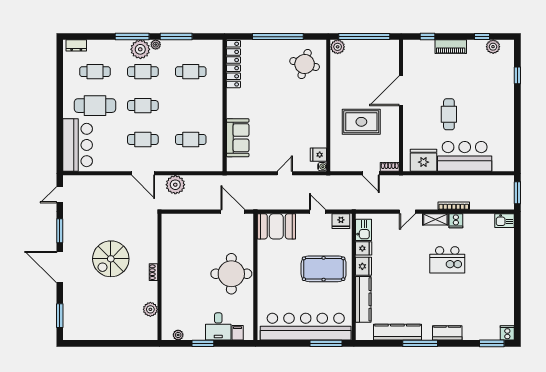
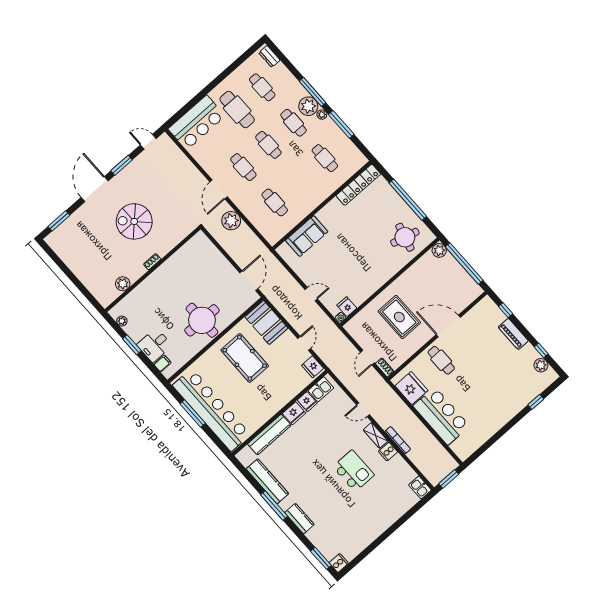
cafe table: (449, 114) -> (441, 360), moved, turned 90
kitchen island: (447, 260) -> (353, 471), turned 180
pool table: (324, 269) -> (245, 358), moved
window: (326, 343) -> (193, 413), moved

